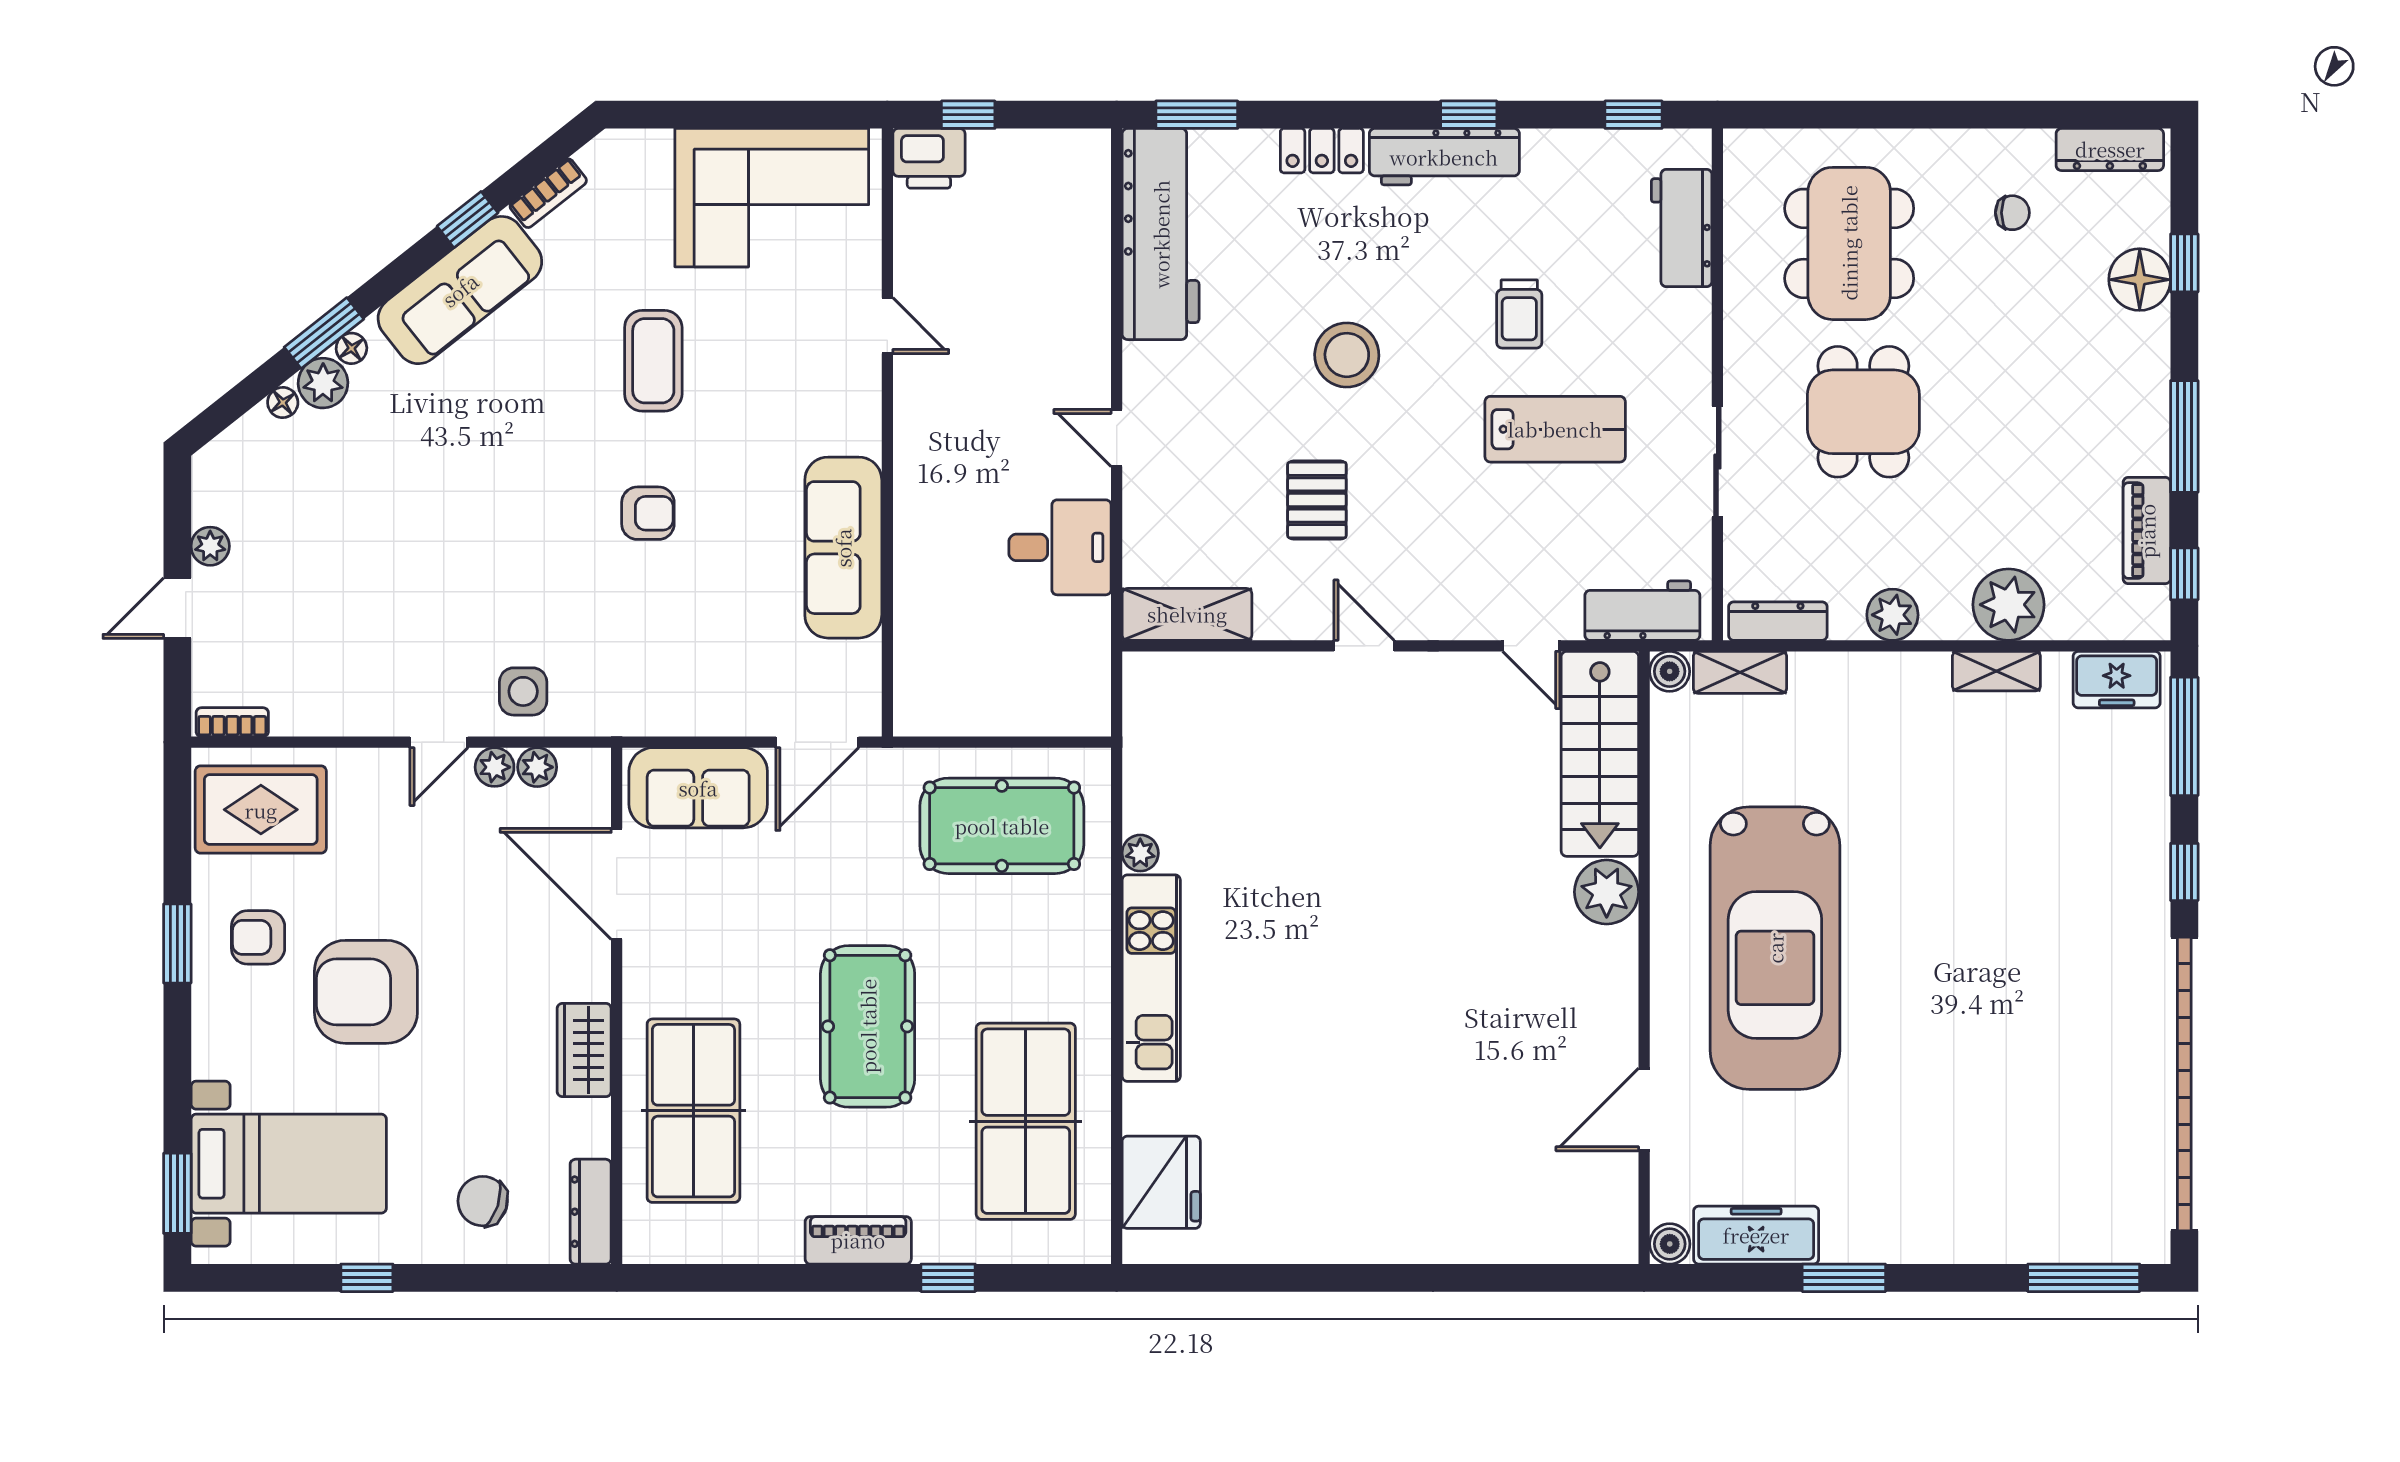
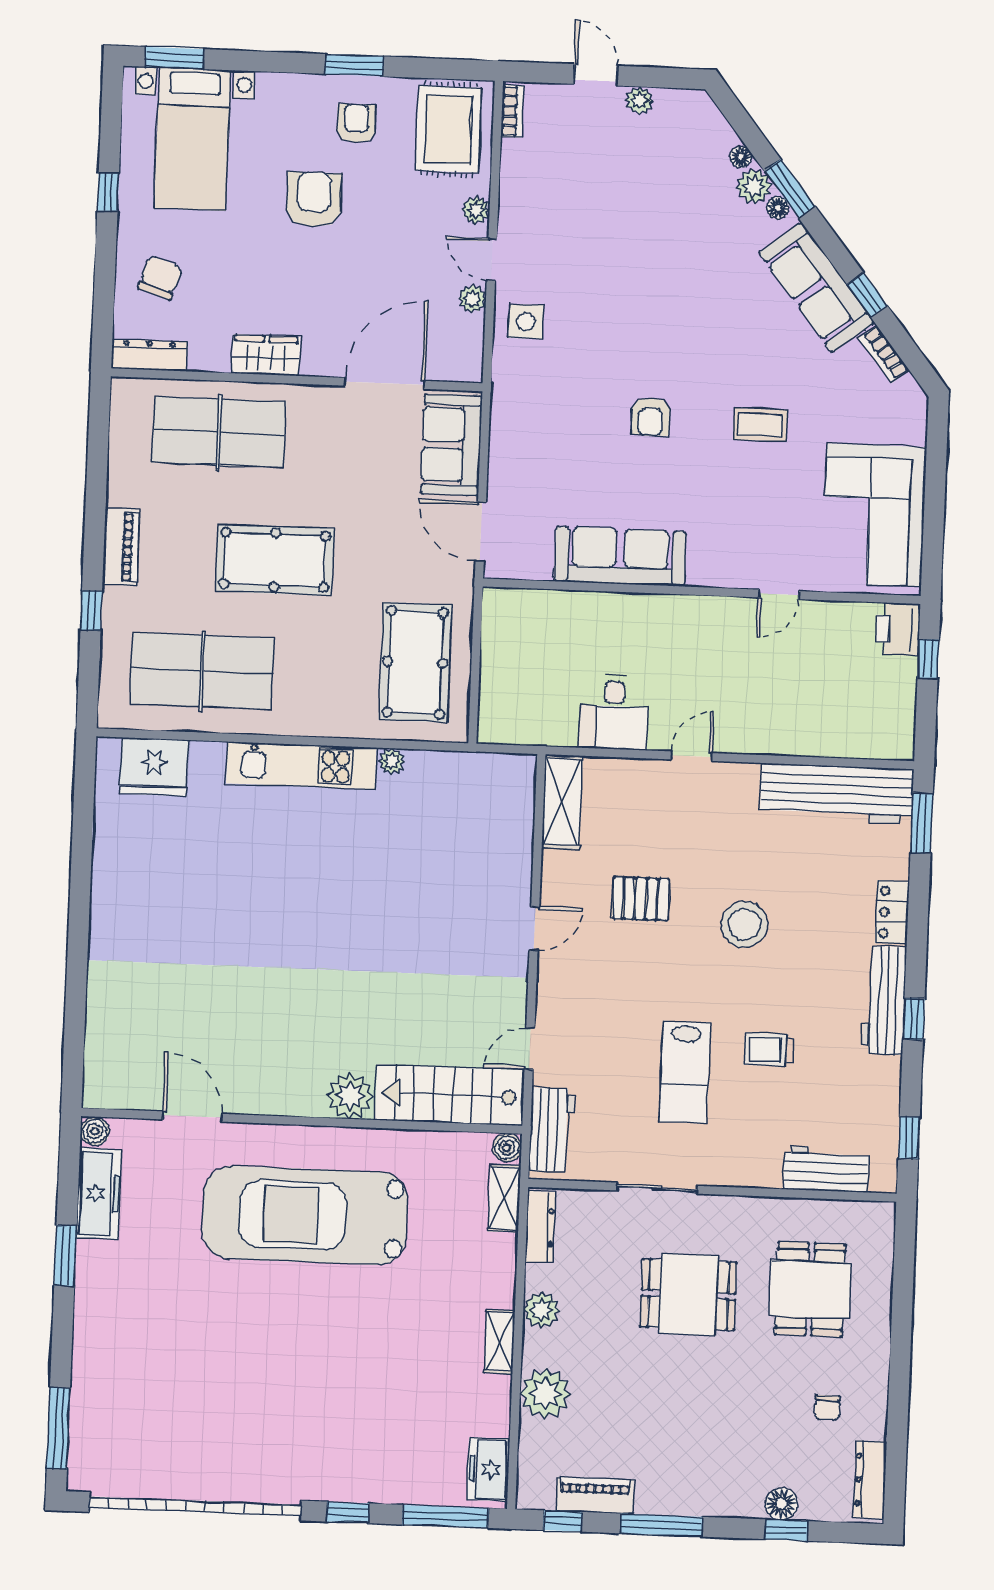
dining table: (1849, 243) -> (810, 1289), width x0.73
floor lamp: (2140, 280) -> (781, 1504), width x0.73, depth x0.73
coffee table: (653, 361) -> (760, 425), width x0.73, depth x0.77
shelving: (1996, 671) -> (500, 1342), moved
plant: (537, 767) -> (476, 210), moved
armchair: (366, 992) -> (314, 200), width x0.73, depth x0.73

